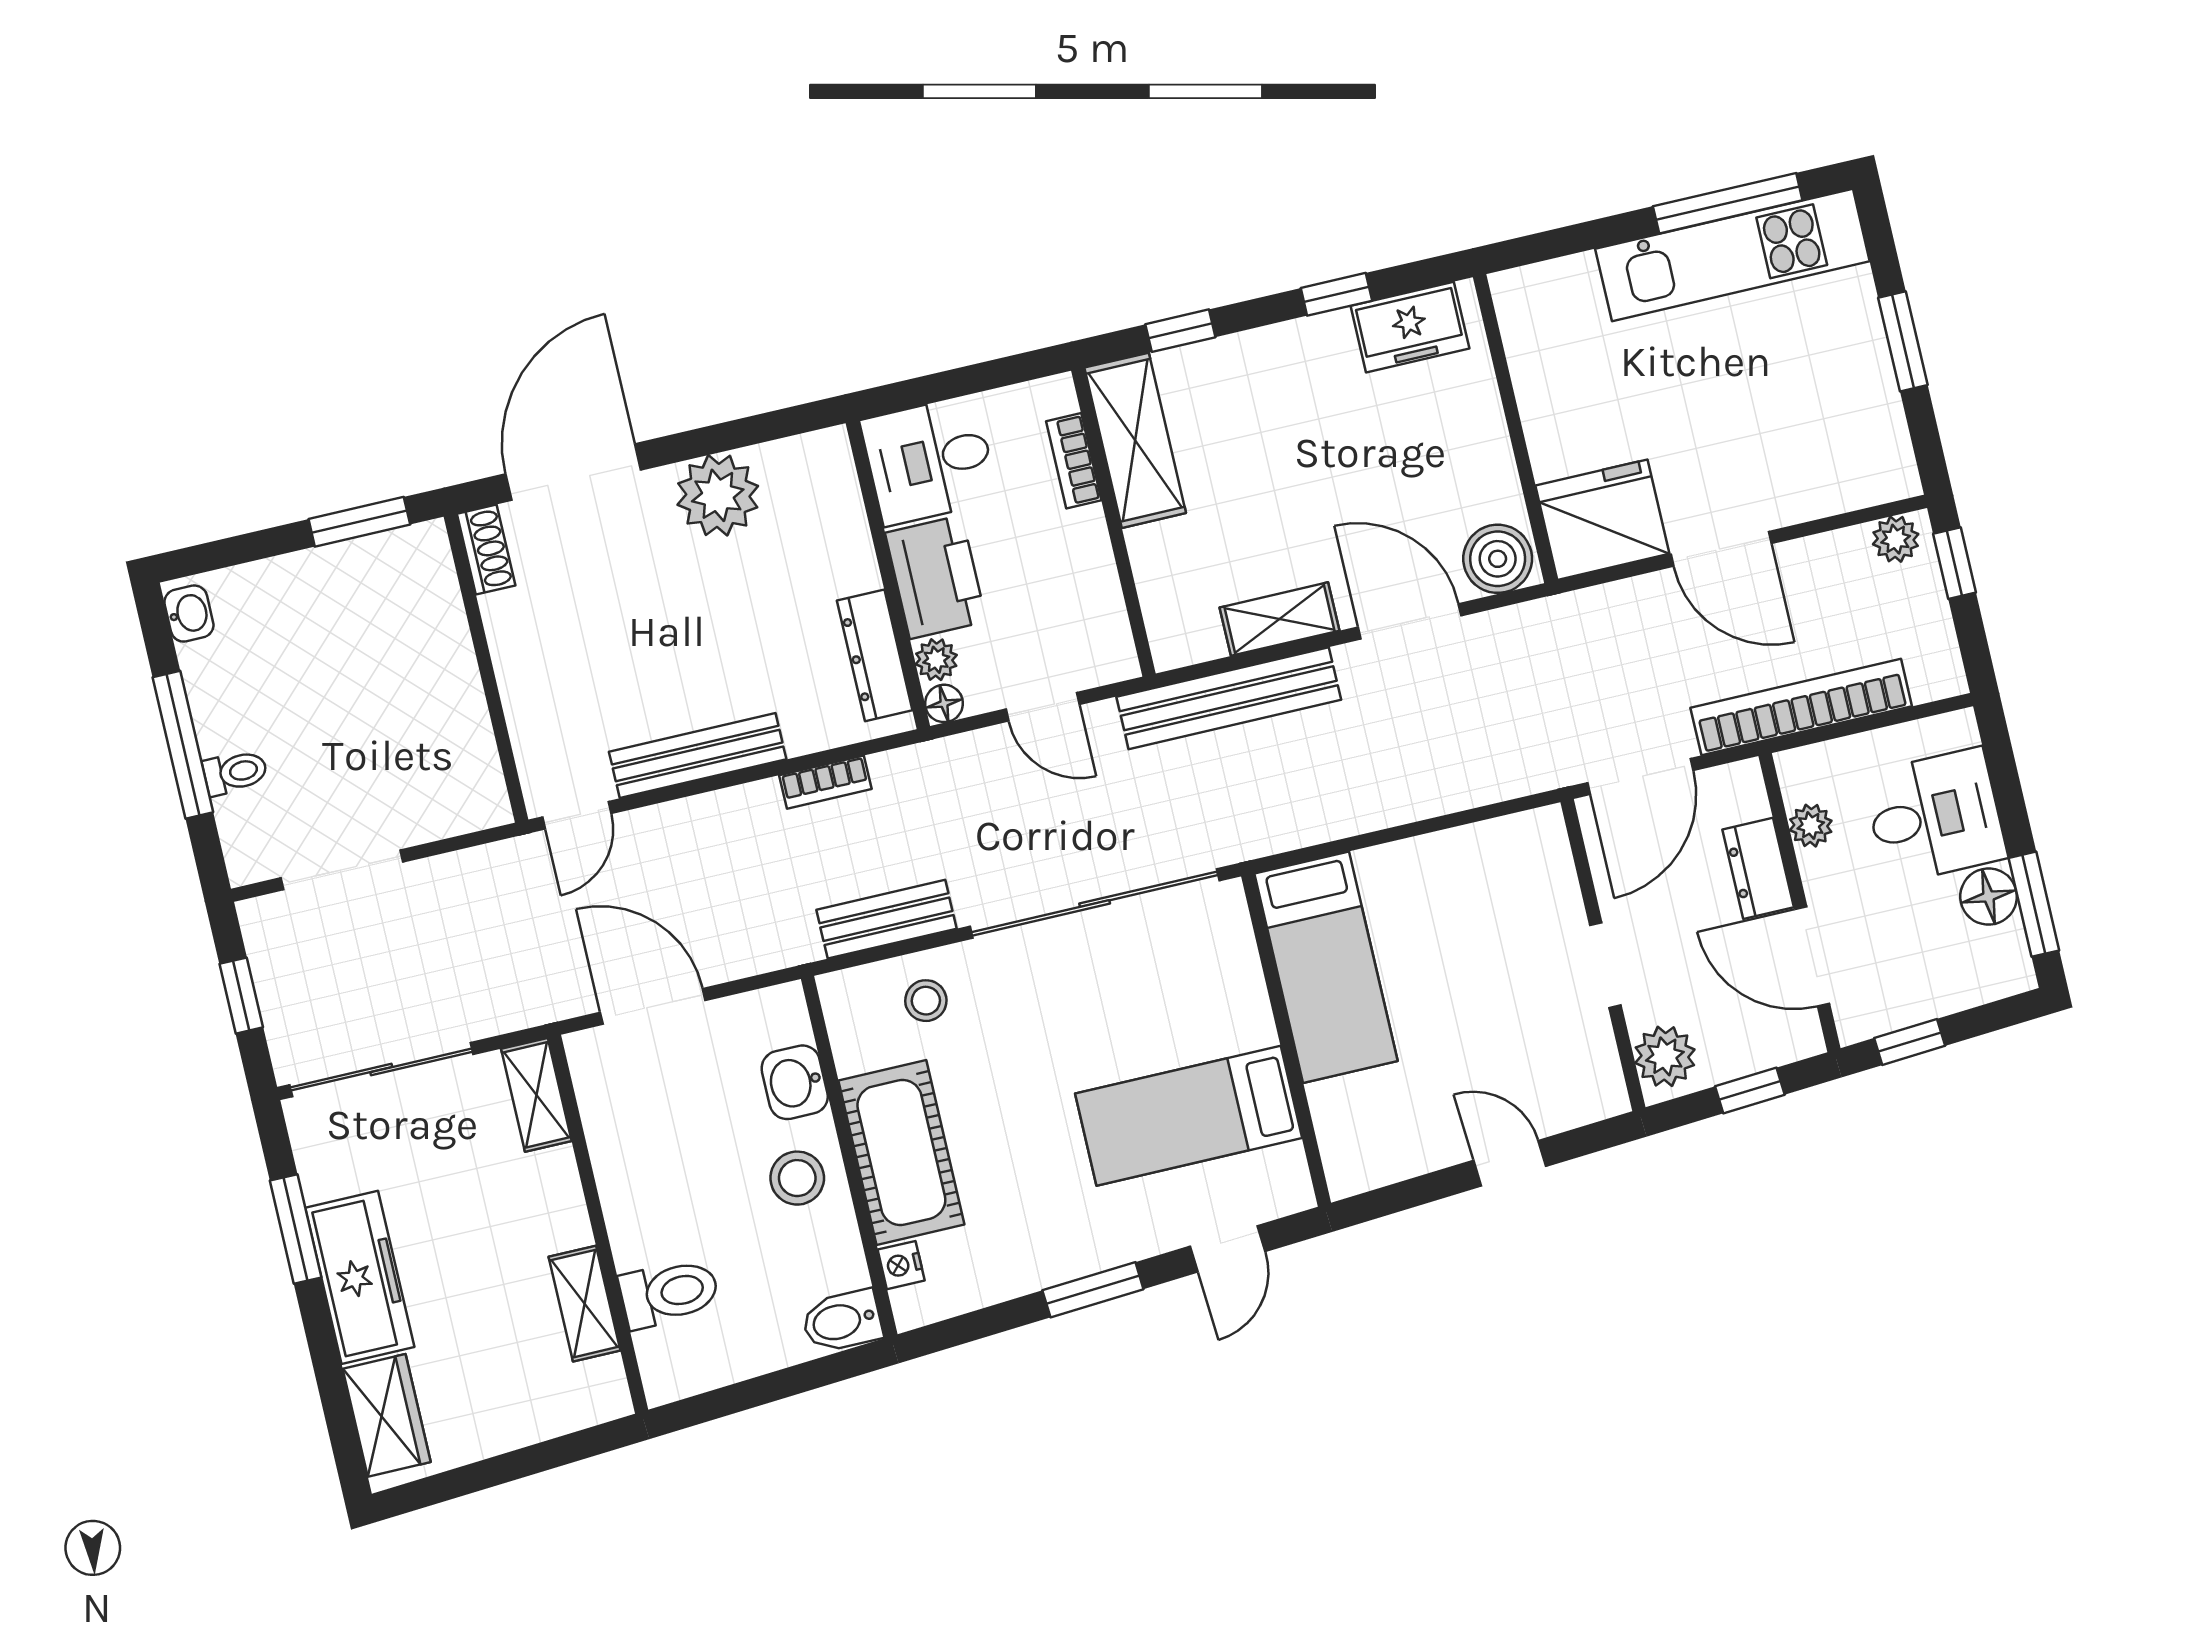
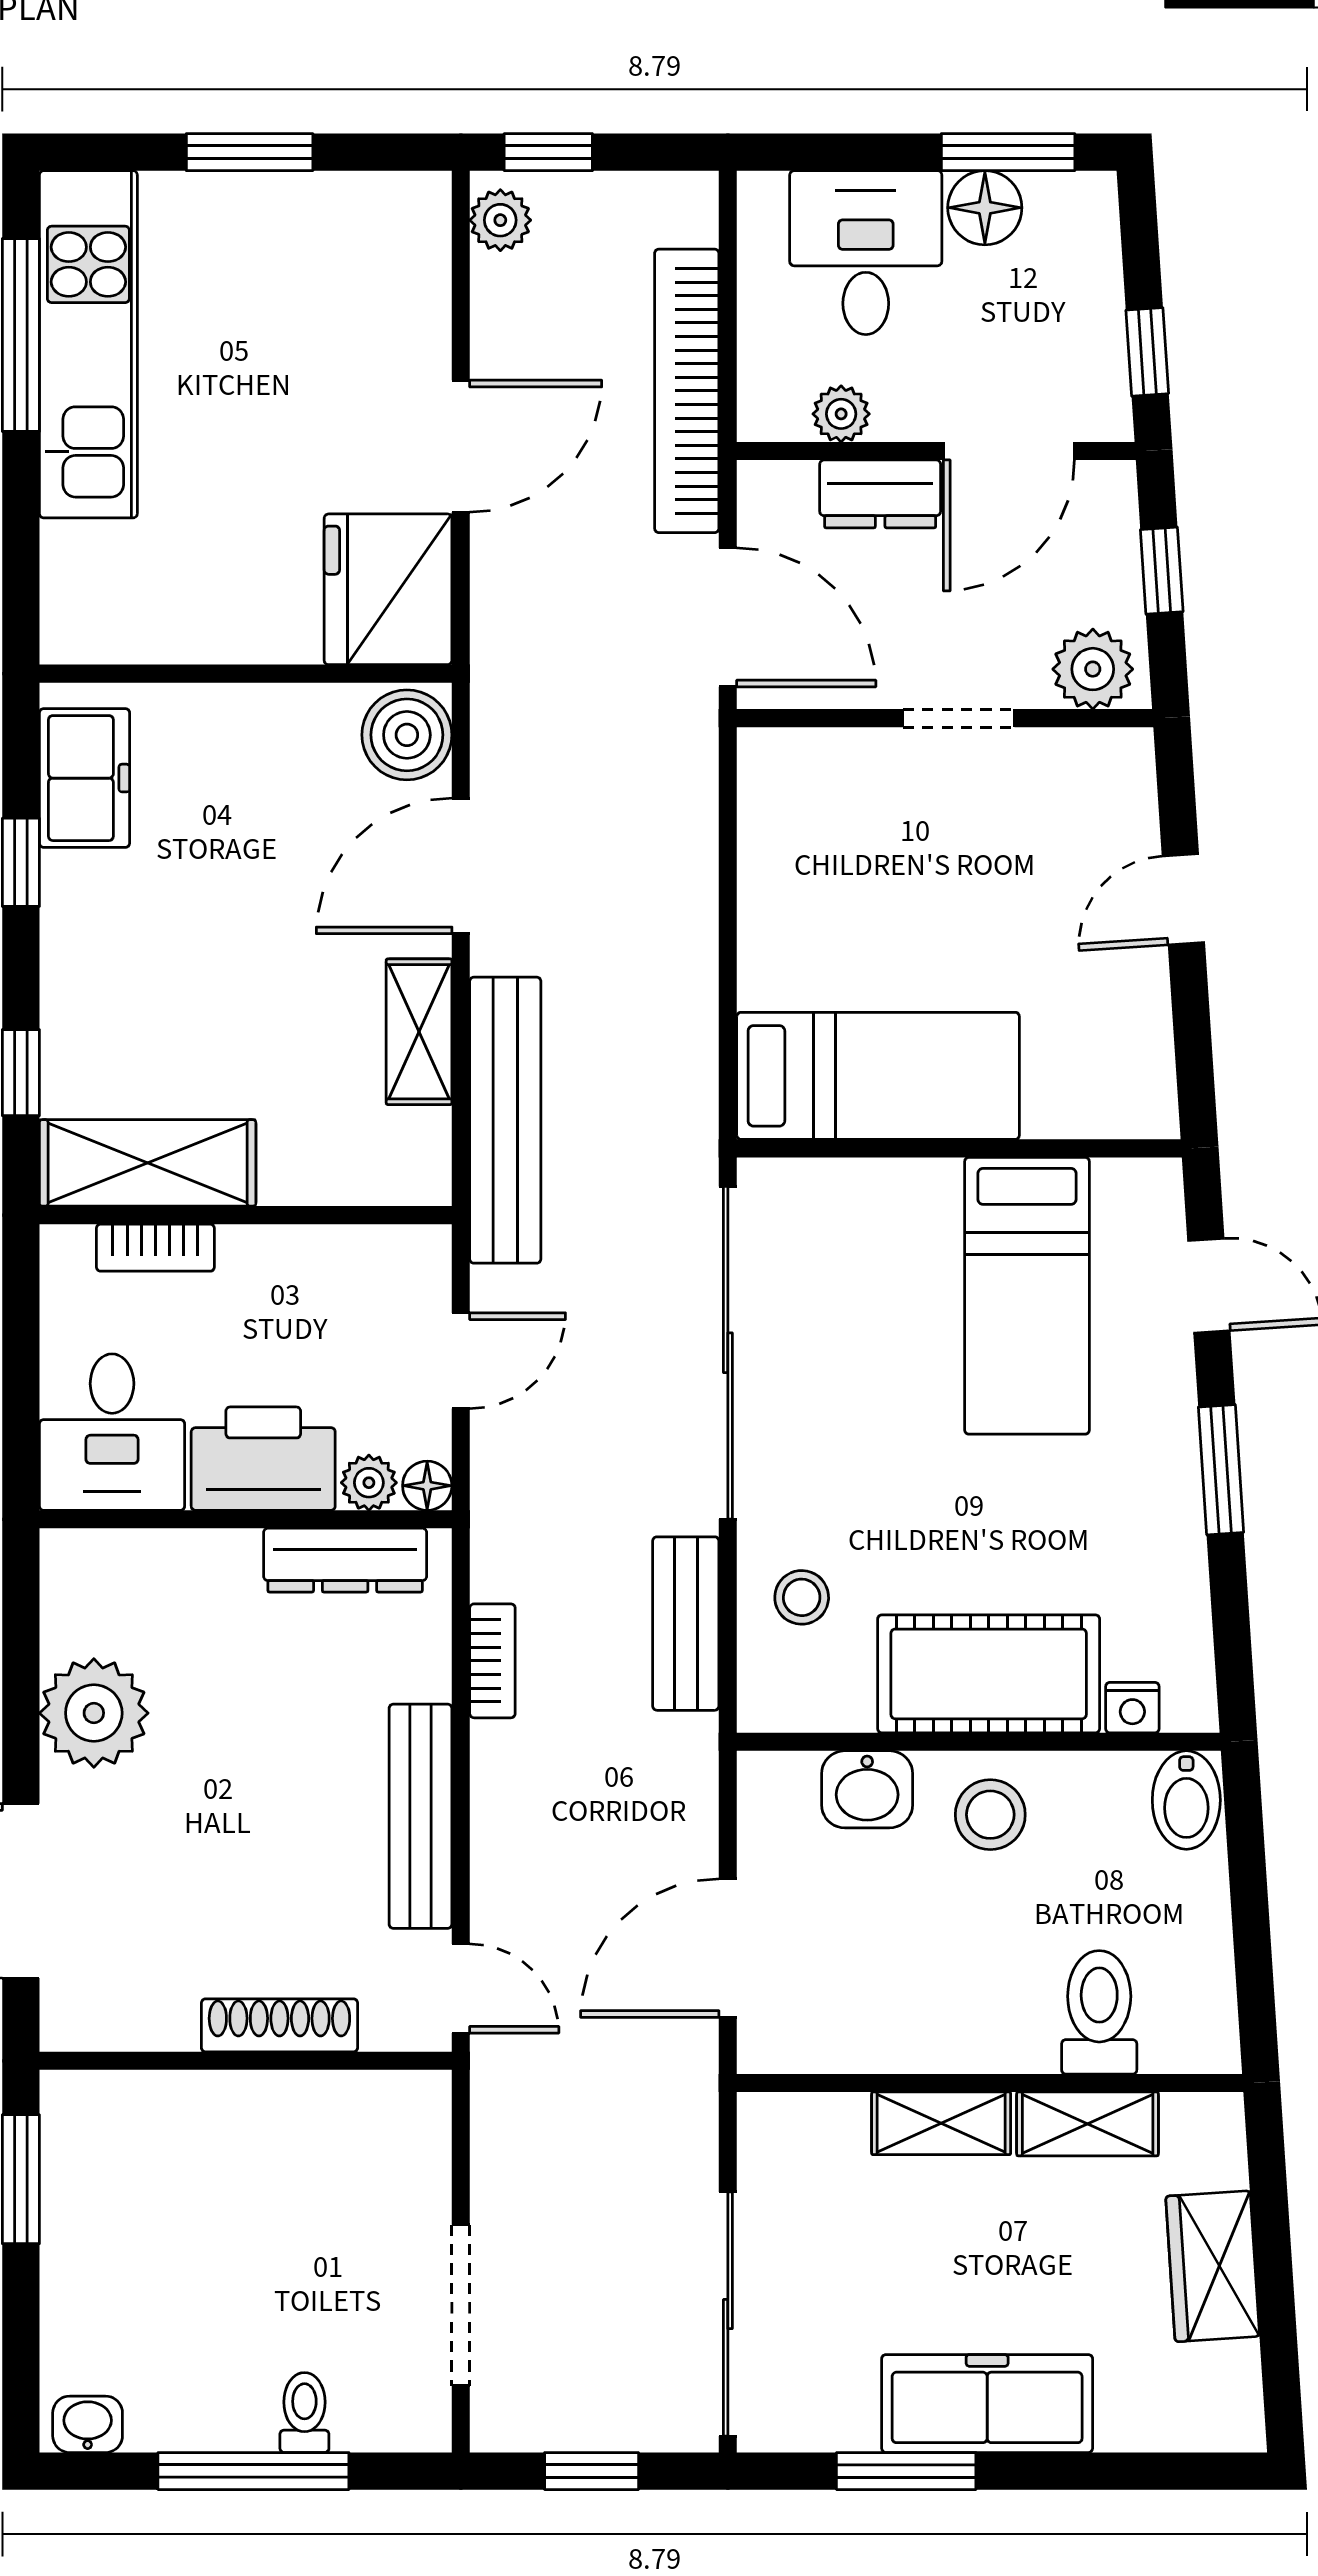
shoe rack: (486, 550) -> (279, 2025), moved, width x1.43
shelving: (536, 1095) -> (941, 2123), moved
wardrobe: (387, 1415) -> (1213, 2266), moved, turned -94

